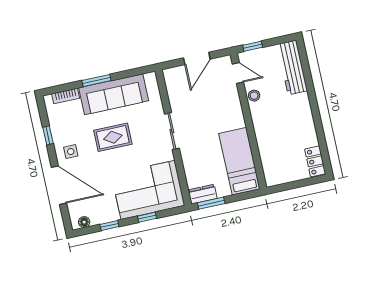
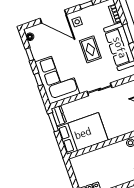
bed: (239, 161) -> (83, 133), width x1.50
door: (59, 185) -> (53, 16), hinge flipped

